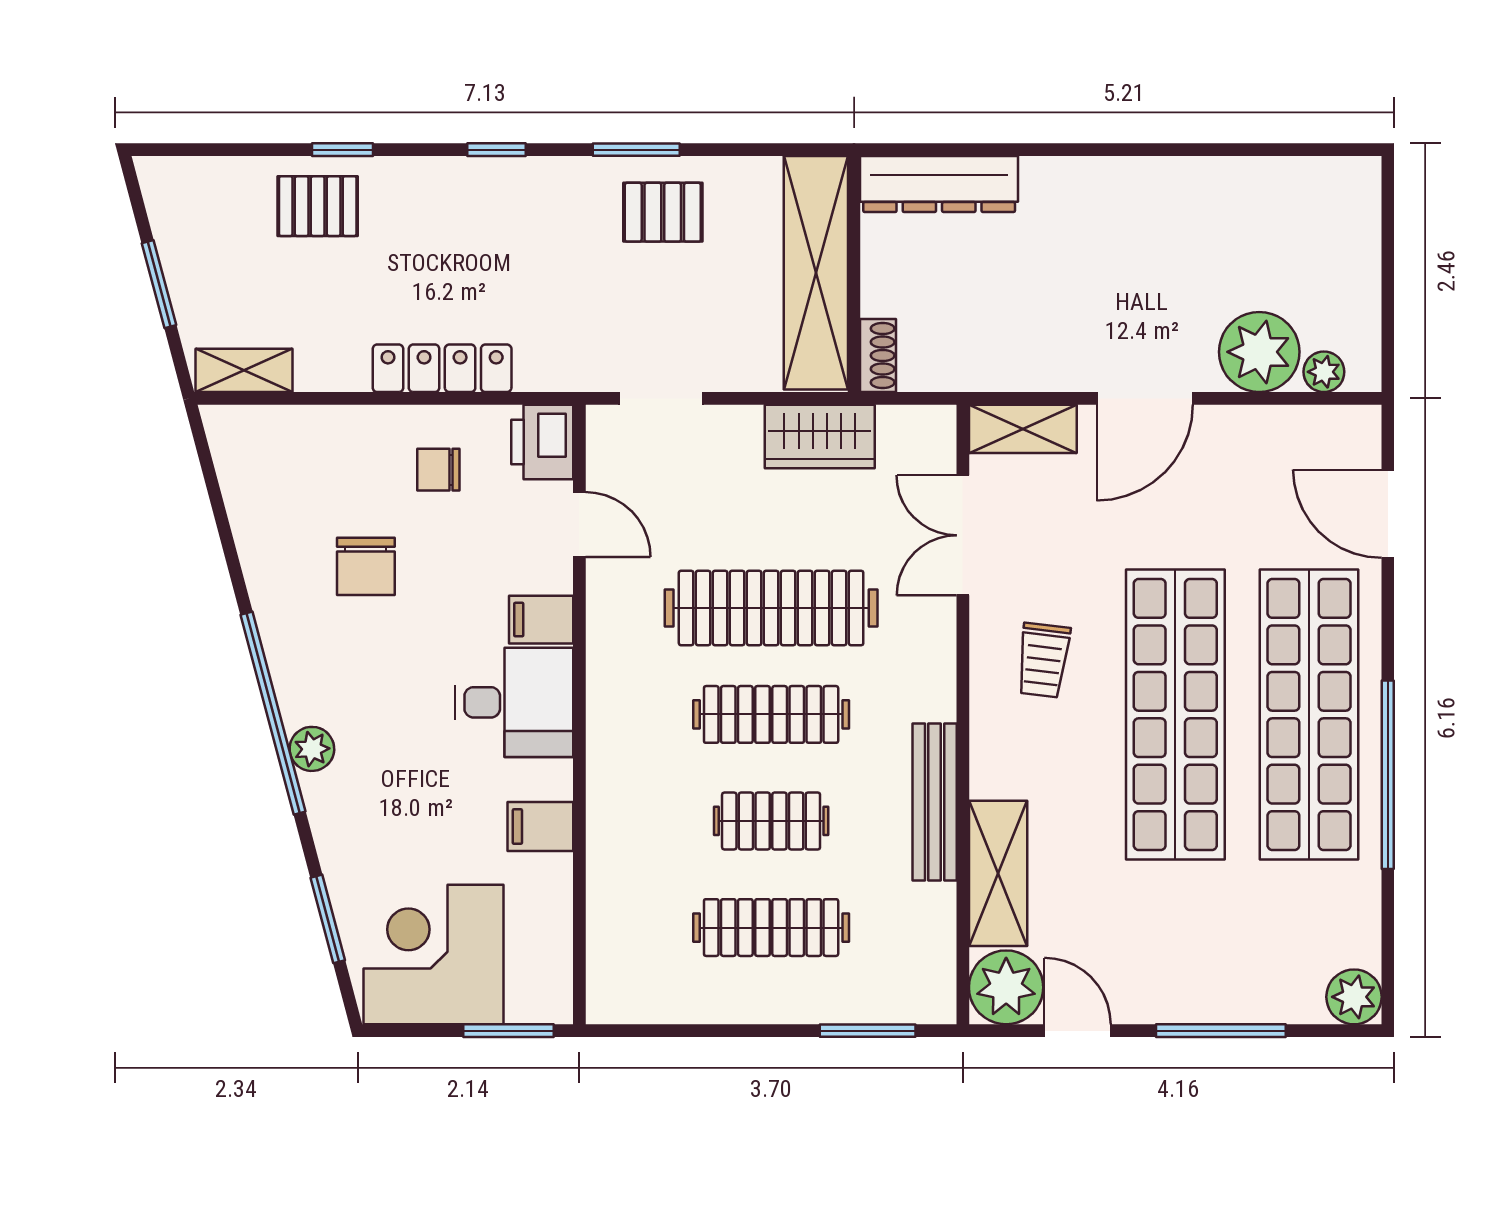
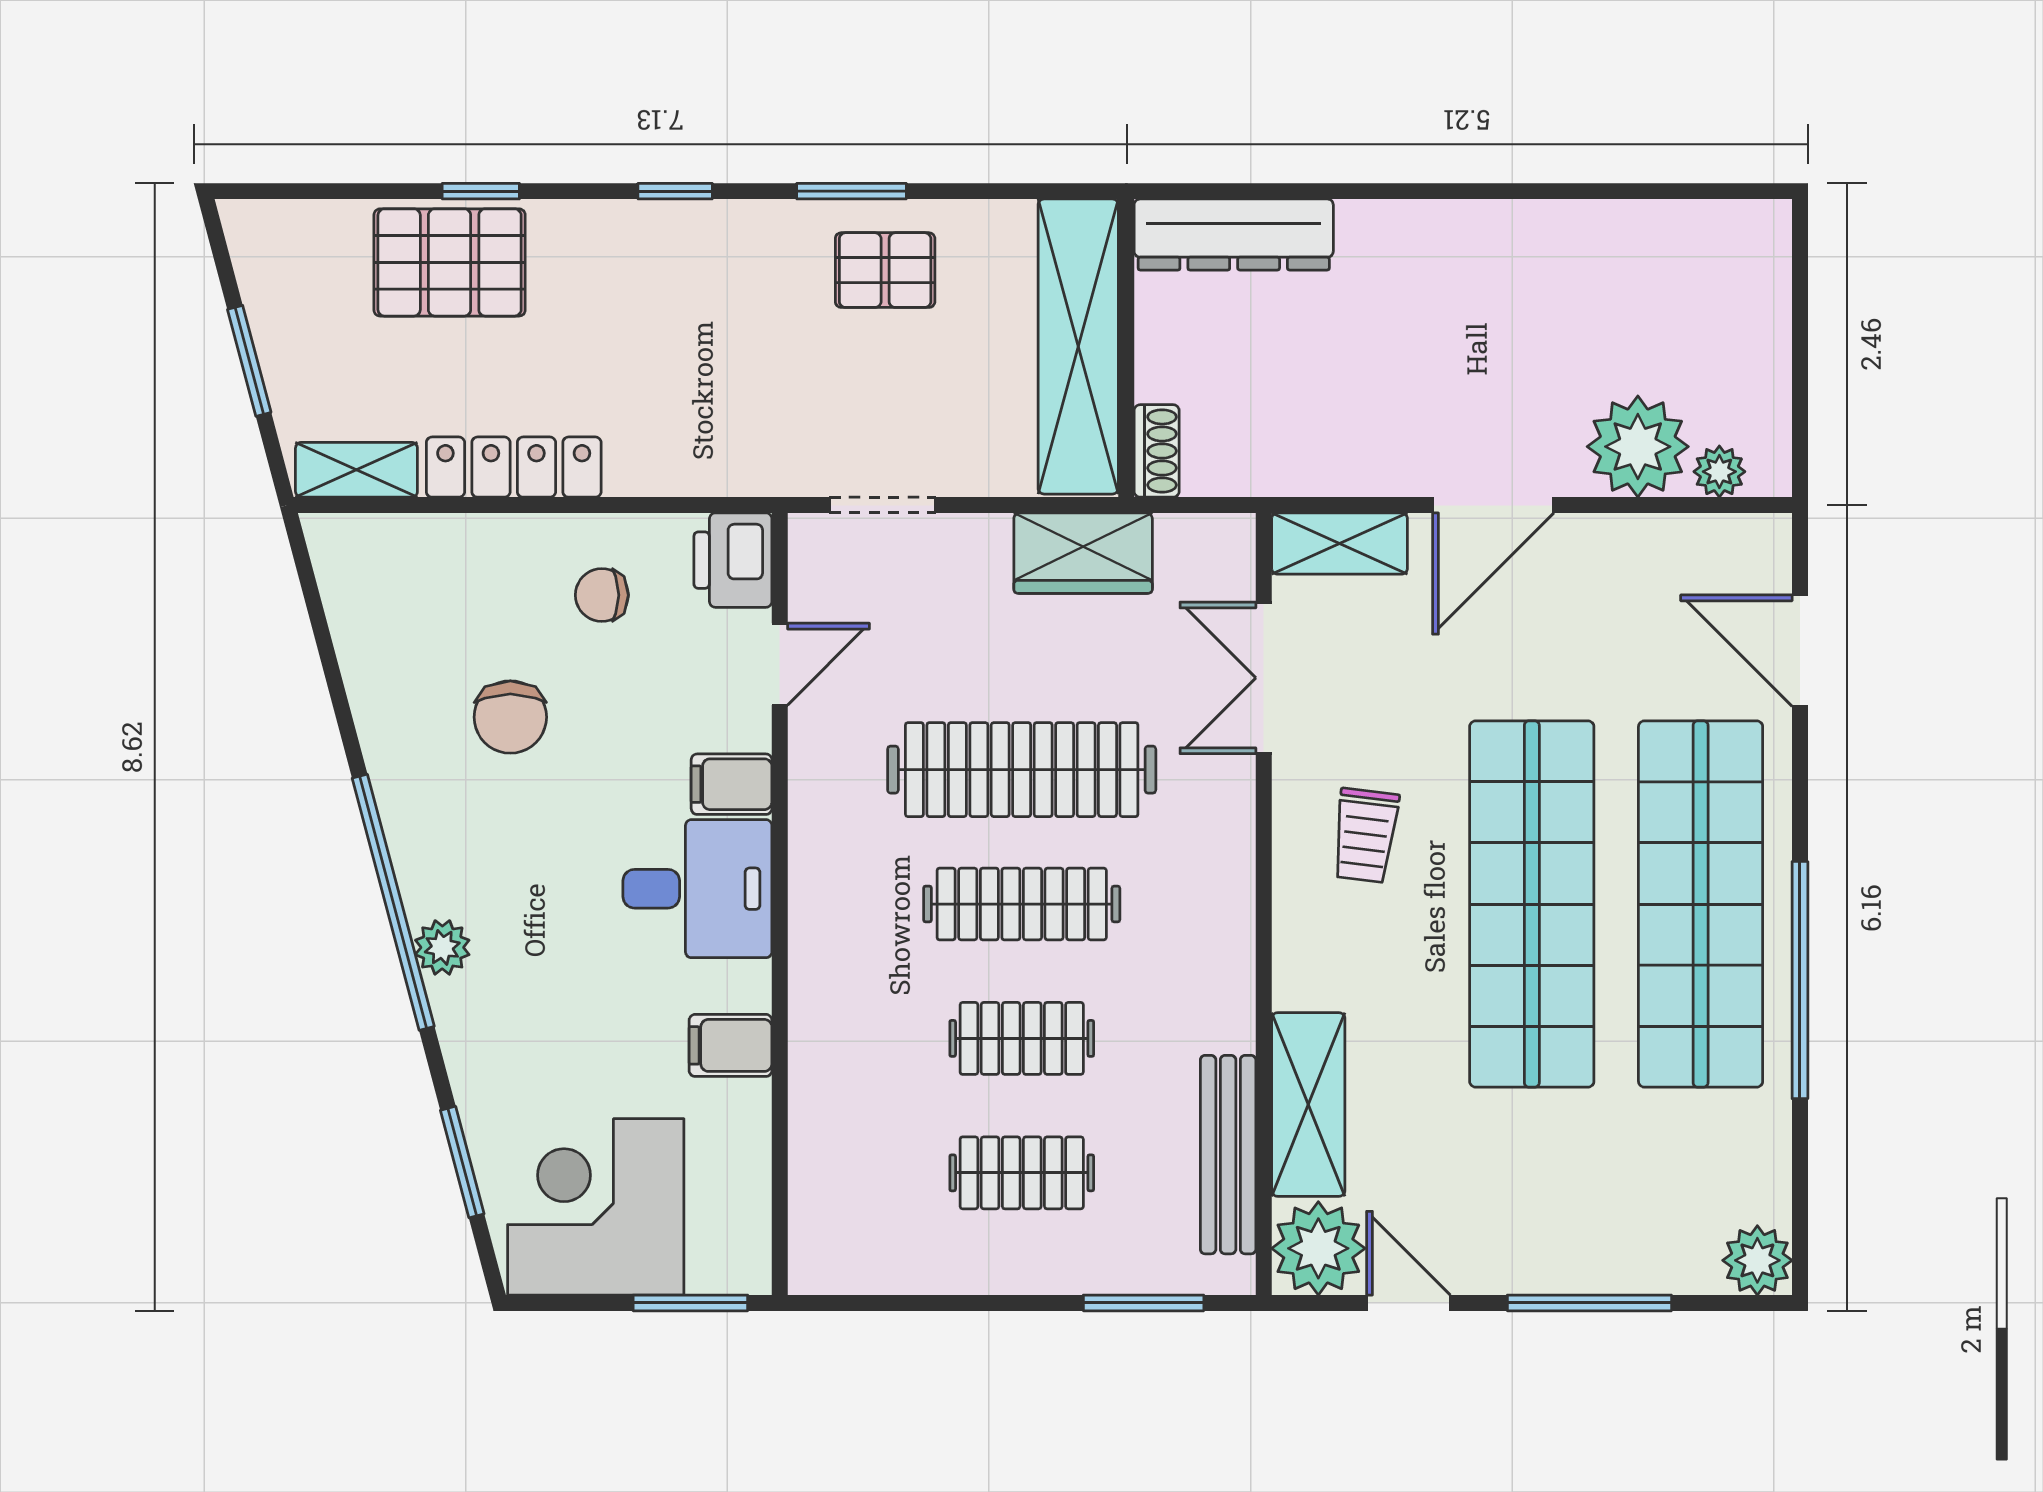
pallet: (318, 206) -> (450, 262), width x1.50, depth x1.42
locker: (442, 368) -> (514, 467), moved
door: (579, 524) -> (780, 664), hinge flipped
bench: (935, 802) -> (1228, 1155), moved
clothes rail: (771, 928) -> (1022, 1173), width x0.73

